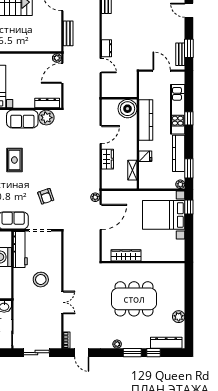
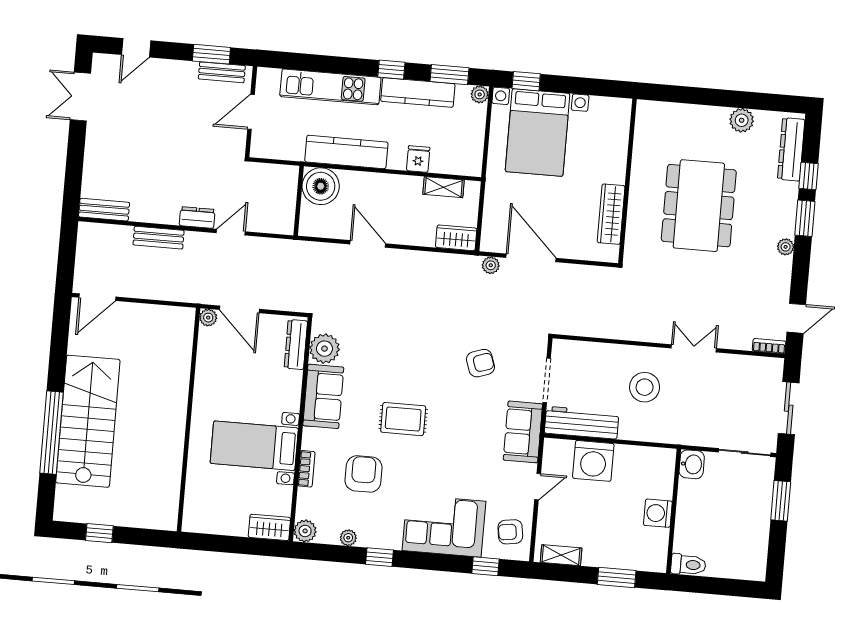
bench: (68, 33) -> (159, 238), moved
window: (189, 118) -> (391, 70), moved
wardrobe: (107, 159) -> (456, 238), moved

